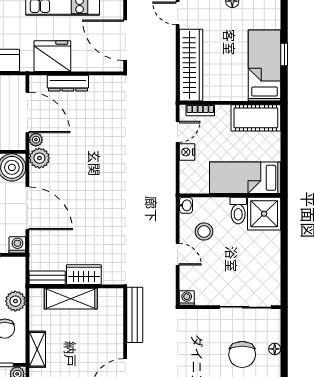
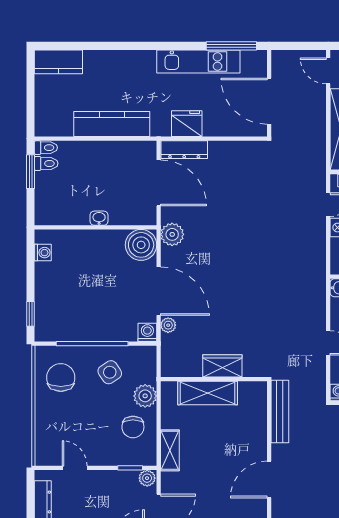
fridge: (52, 56) -> (187, 124), width x0.73, depth x0.75
dresser: (68, 83) -> (184, 150), moved
plant: (36, 140) -> (168, 325), moved
bench: (47, 278) -> (181, 369), removed

